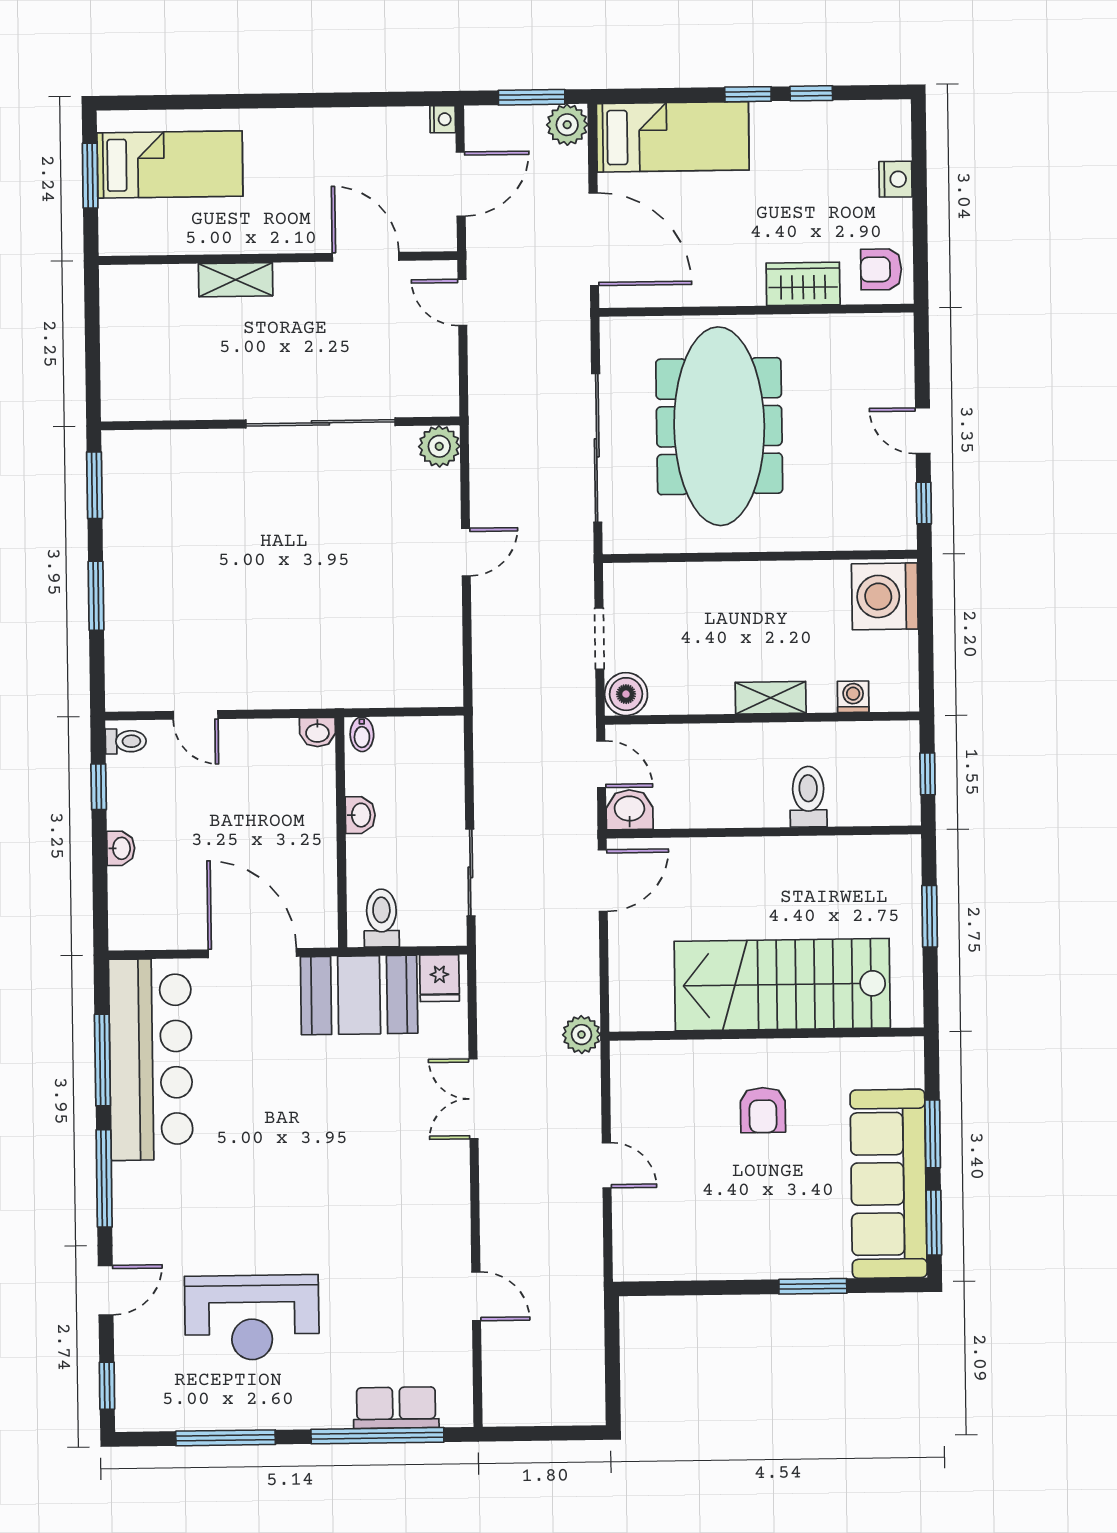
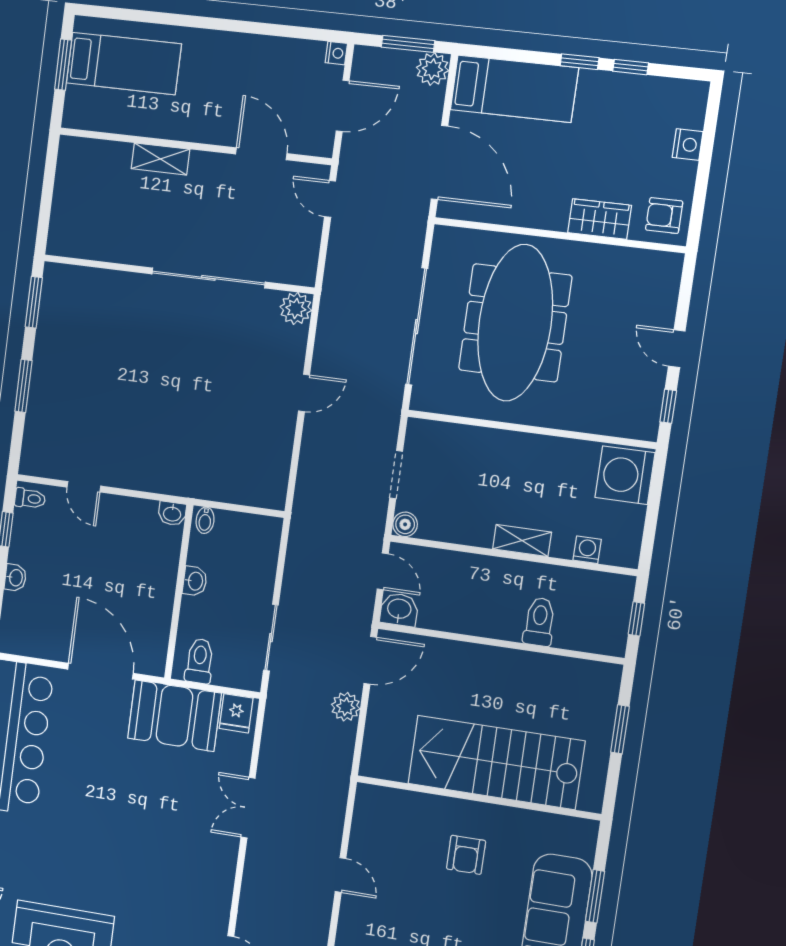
boiler: (626, 694) -> (405, 524), width x0.73, depth x0.73
plant: (581, 1035) -> (346, 707), moved

